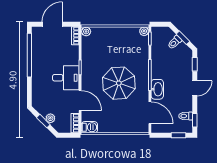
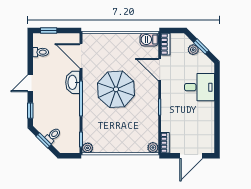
window: (29, 55) -> (217, 121), removed
desk: (66, 78) -> (199, 87), moved, turned 180
window: (195, 120) -> (30, 47), removed

